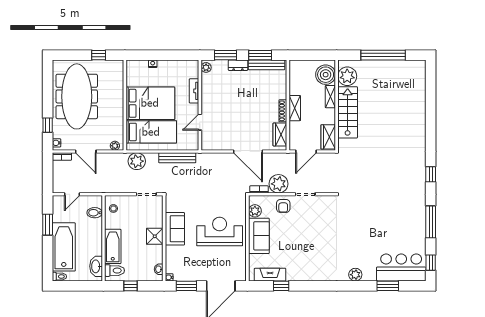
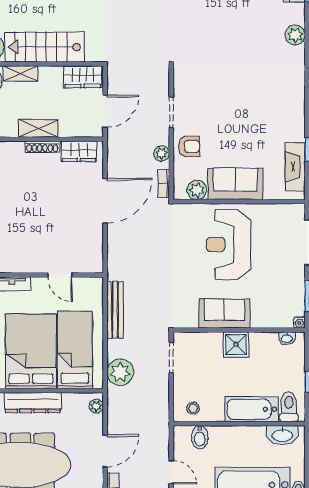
dresser: (117, 105) -> (33, 403), added
door: (306, 151) -> (105, 111), hinge flipped
plant: (278, 184) -> (162, 154), width x0.53, depth x0.53

